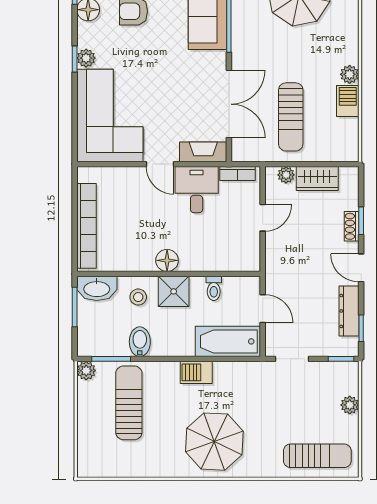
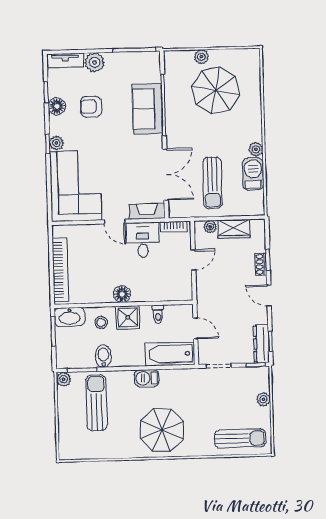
barbecue: (348, 101) -> (253, 174), width x1.38, depth x1.27
dresser: (349, 311) -> (261, 344), moved

